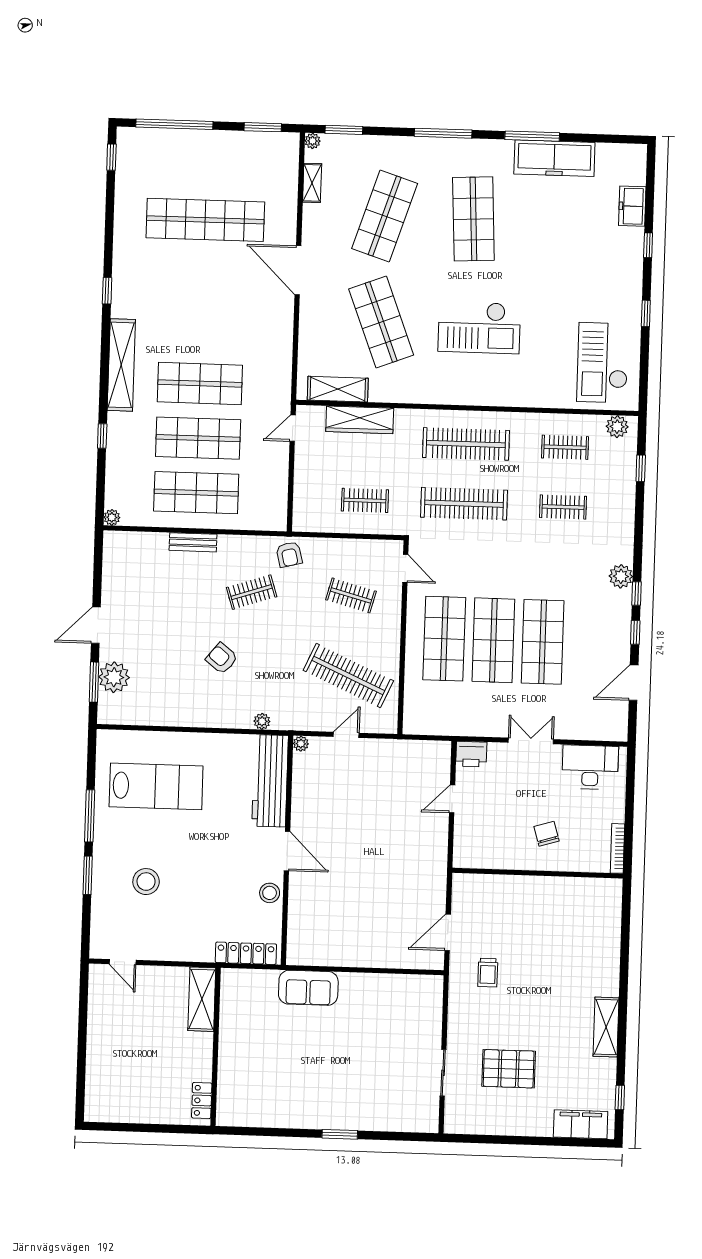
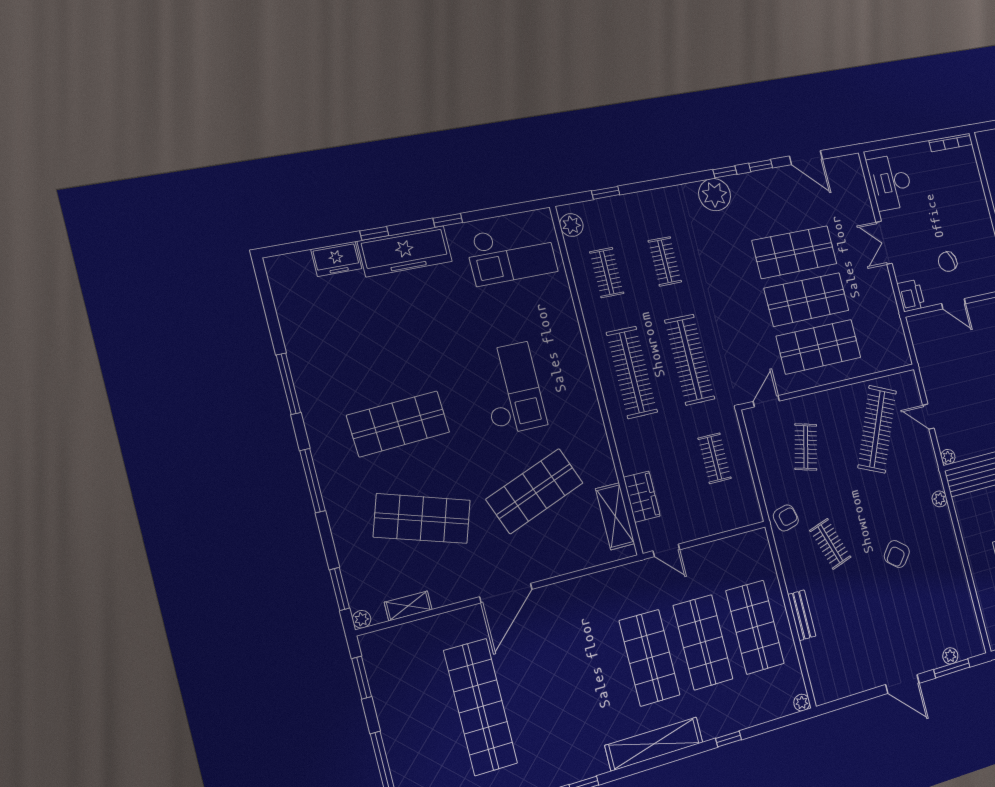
freezer: (554, 158) -> (405, 251), moved, turned 90
wardrobe: (360, 420) -> (642, 497), width x0.67
plant: (621, 576) -> (715, 195), width x1.36, depth x1.36
plant: (114, 677) -> (950, 656), width x0.53, depth x0.53
chair: (547, 834) -> (948, 262), moved

